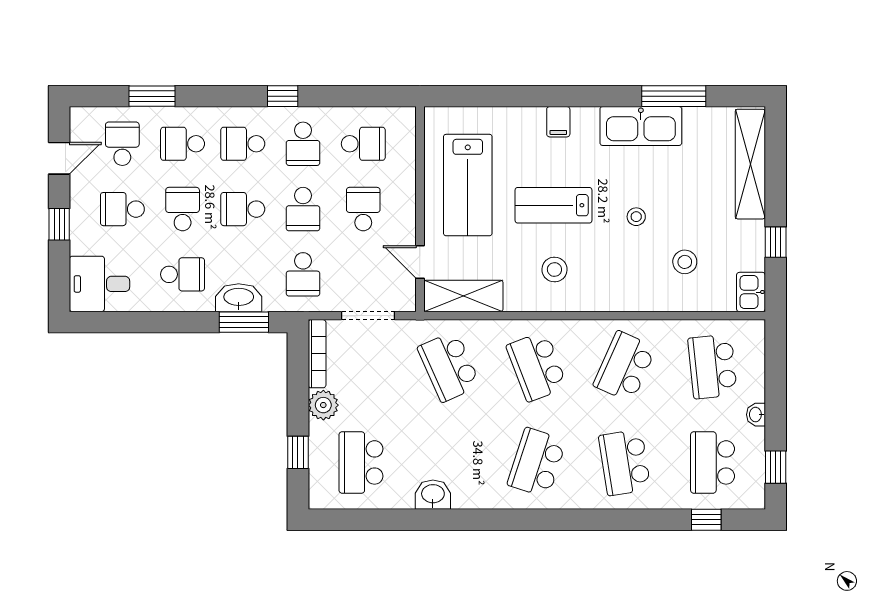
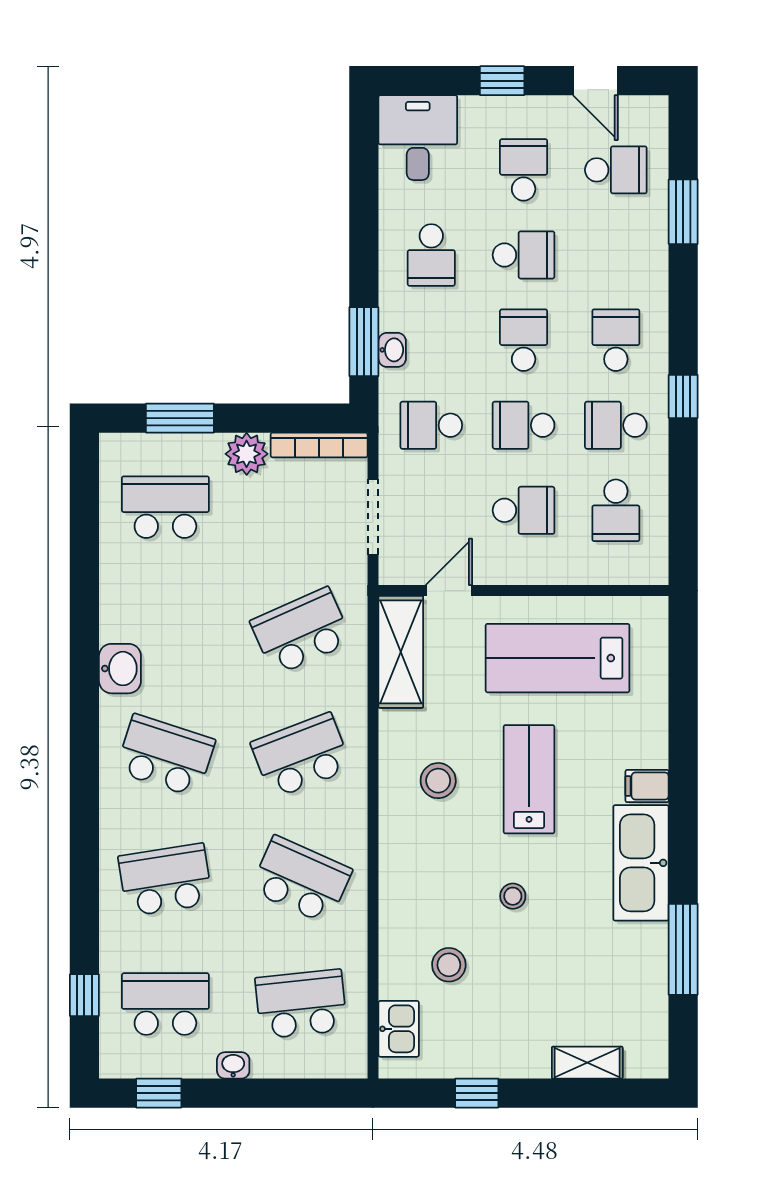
kitchen sink: (641, 126) -> (641, 863), moved
school desk: (183, 144) -> (616, 255), removed
shelving: (750, 164) -> (587, 1063), width x0.45, depth x0.75
kitchen sink: (751, 292) -> (399, 1029), moved, turned 90
washbasin: (239, 298) -> (392, 350), width x0.52, depth x0.69
window: (298, 452) -> (180, 418), width x1.50
washbasin: (433, 495) -> (120, 669), moved

